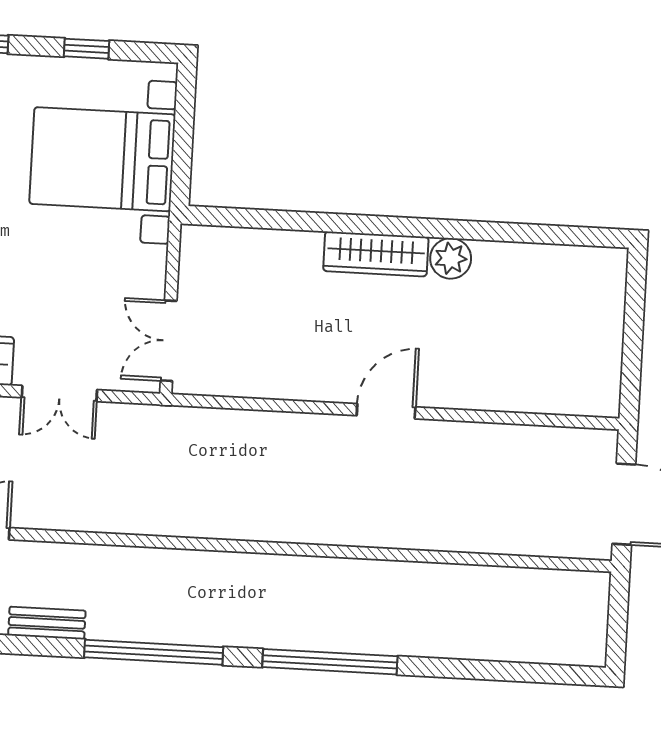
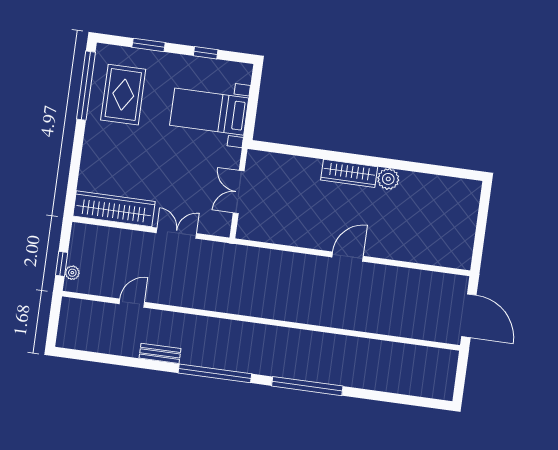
bed with nightstands: (102, 159) -> (209, 112), width x0.73
double door: (169, 341) -> (239, 192), moved
double door: (59, 394) -> (176, 233), swing flipped

